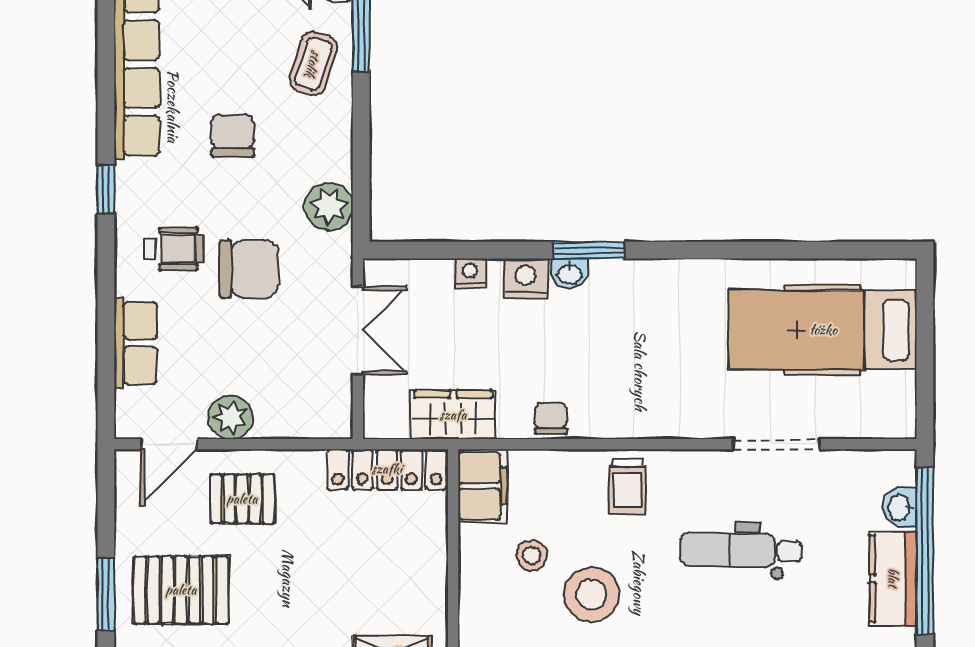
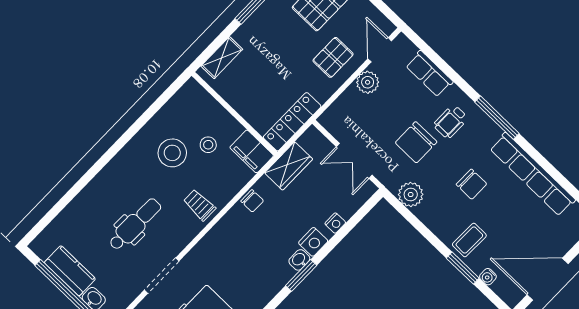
coffee table: (313, 64) -> (469, 240), turned 74
window: (106, 190) -> (497, 118), width x2.17

